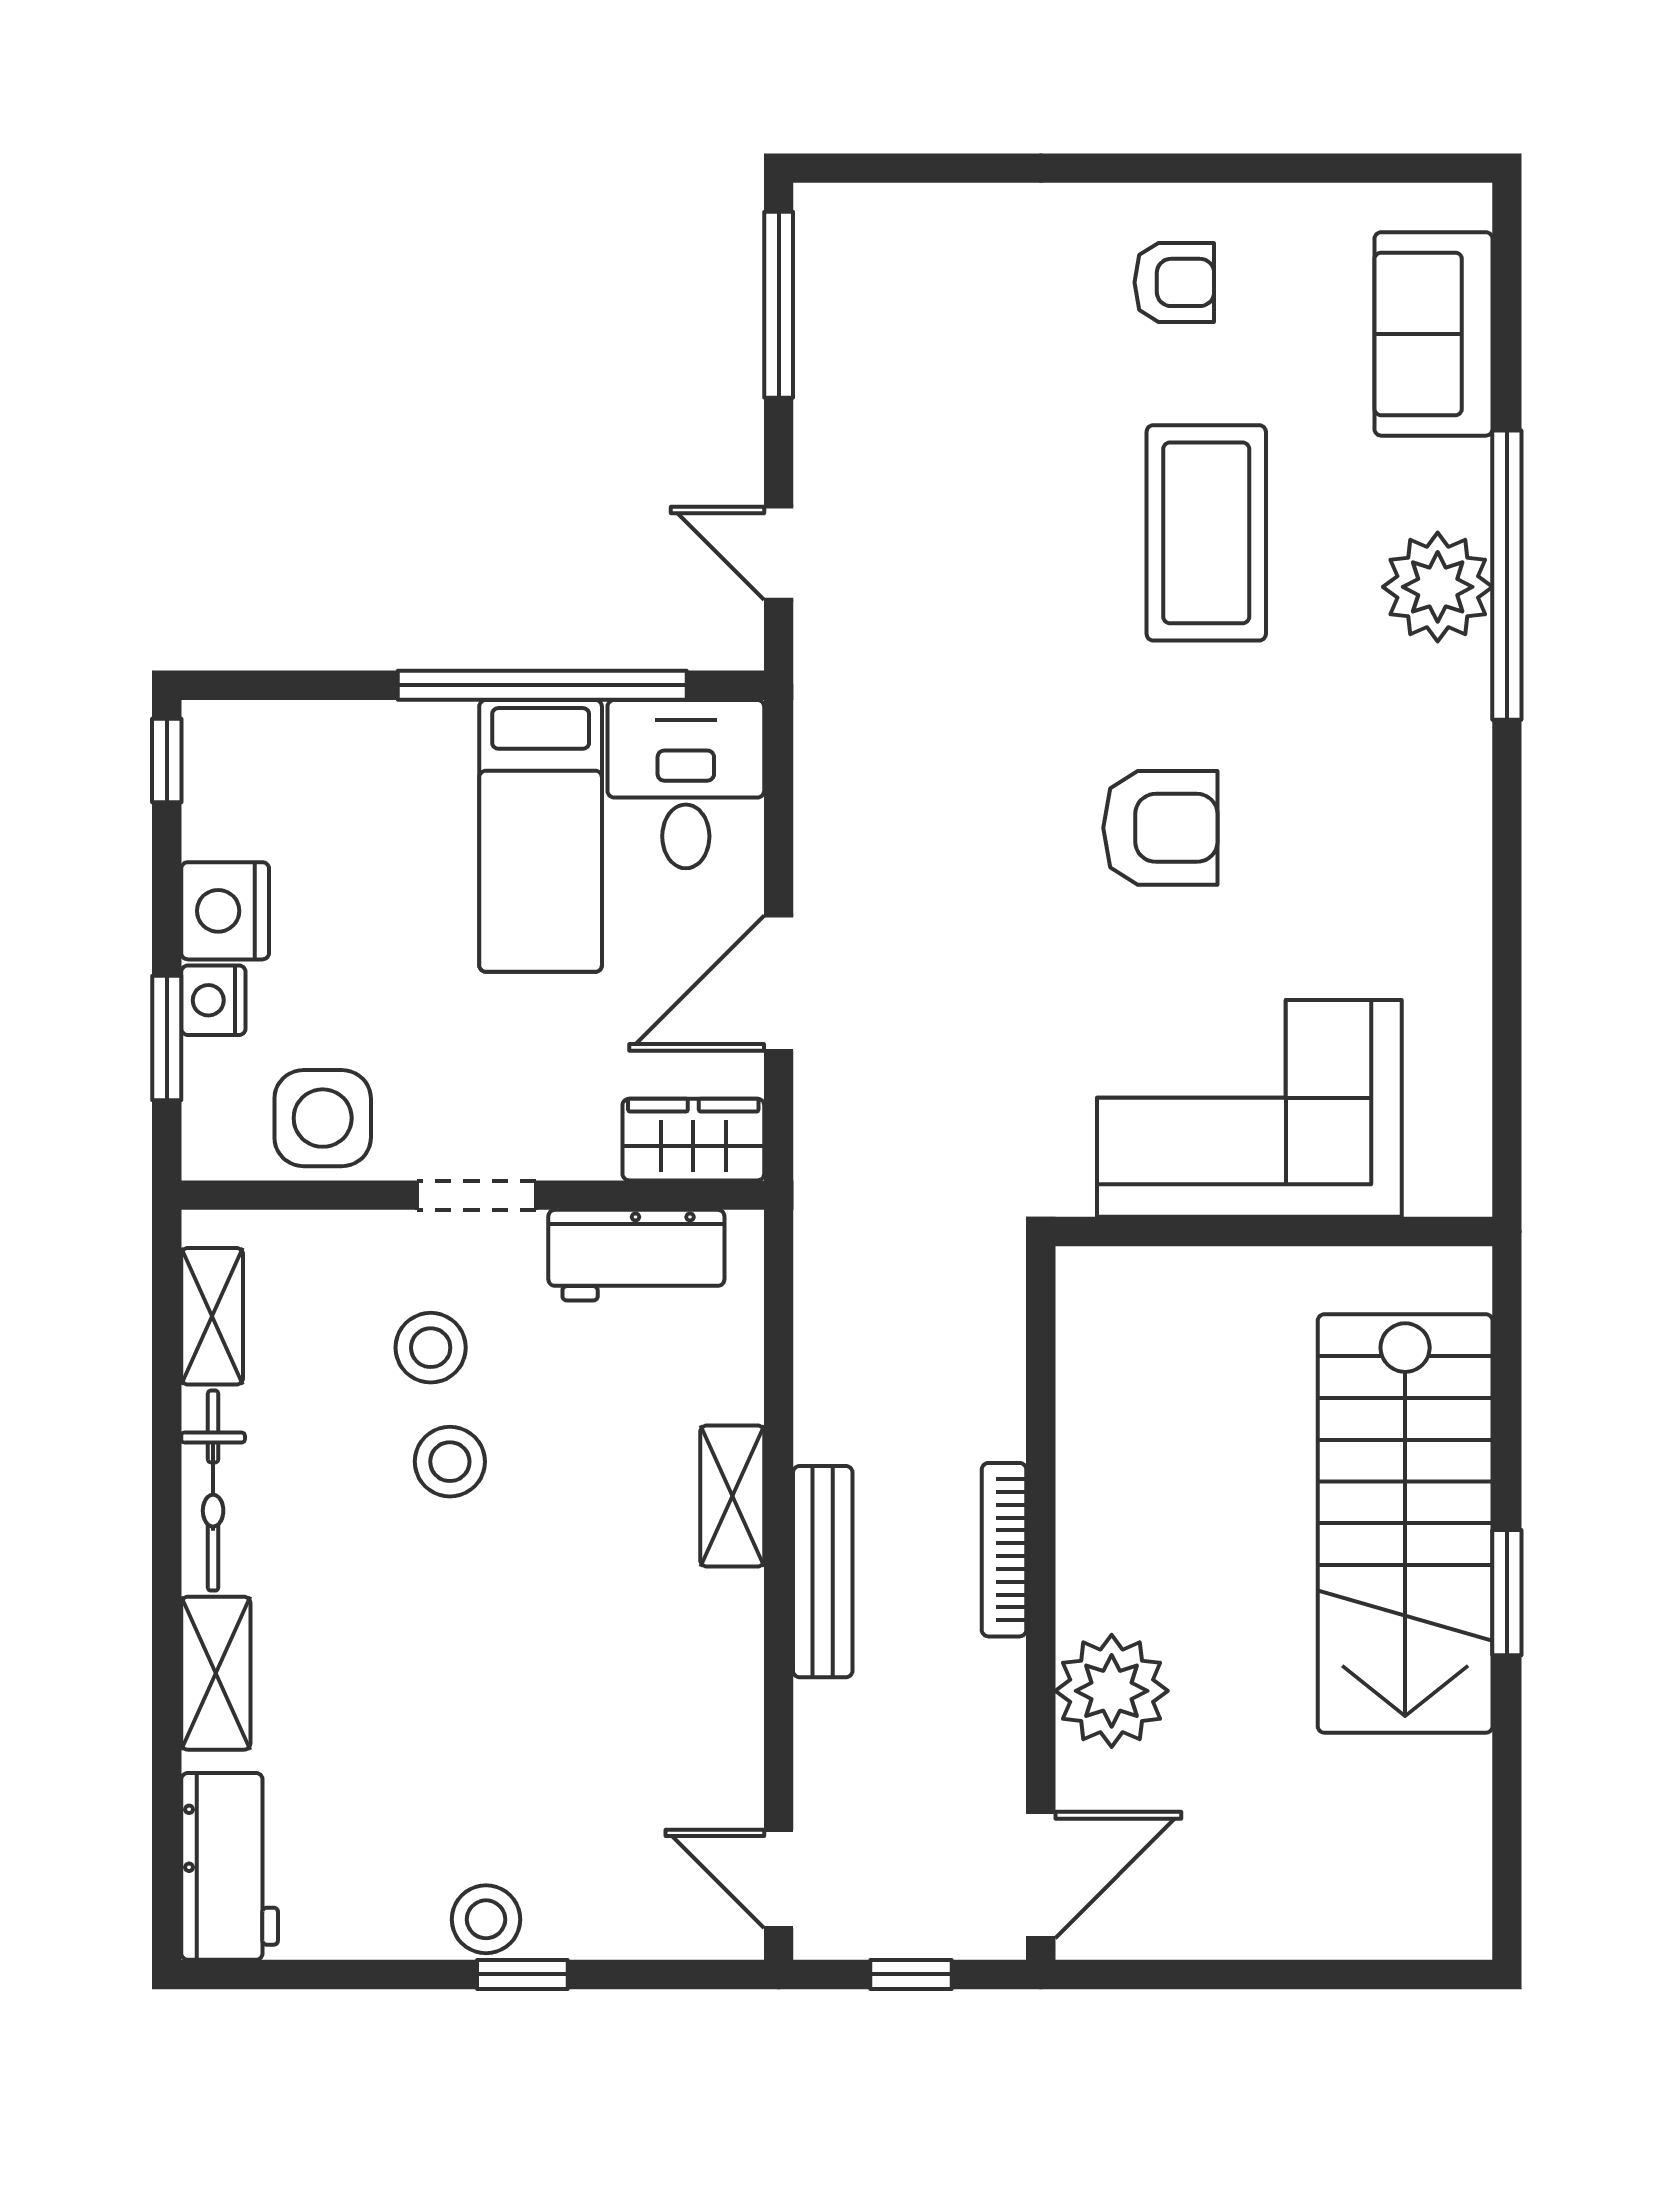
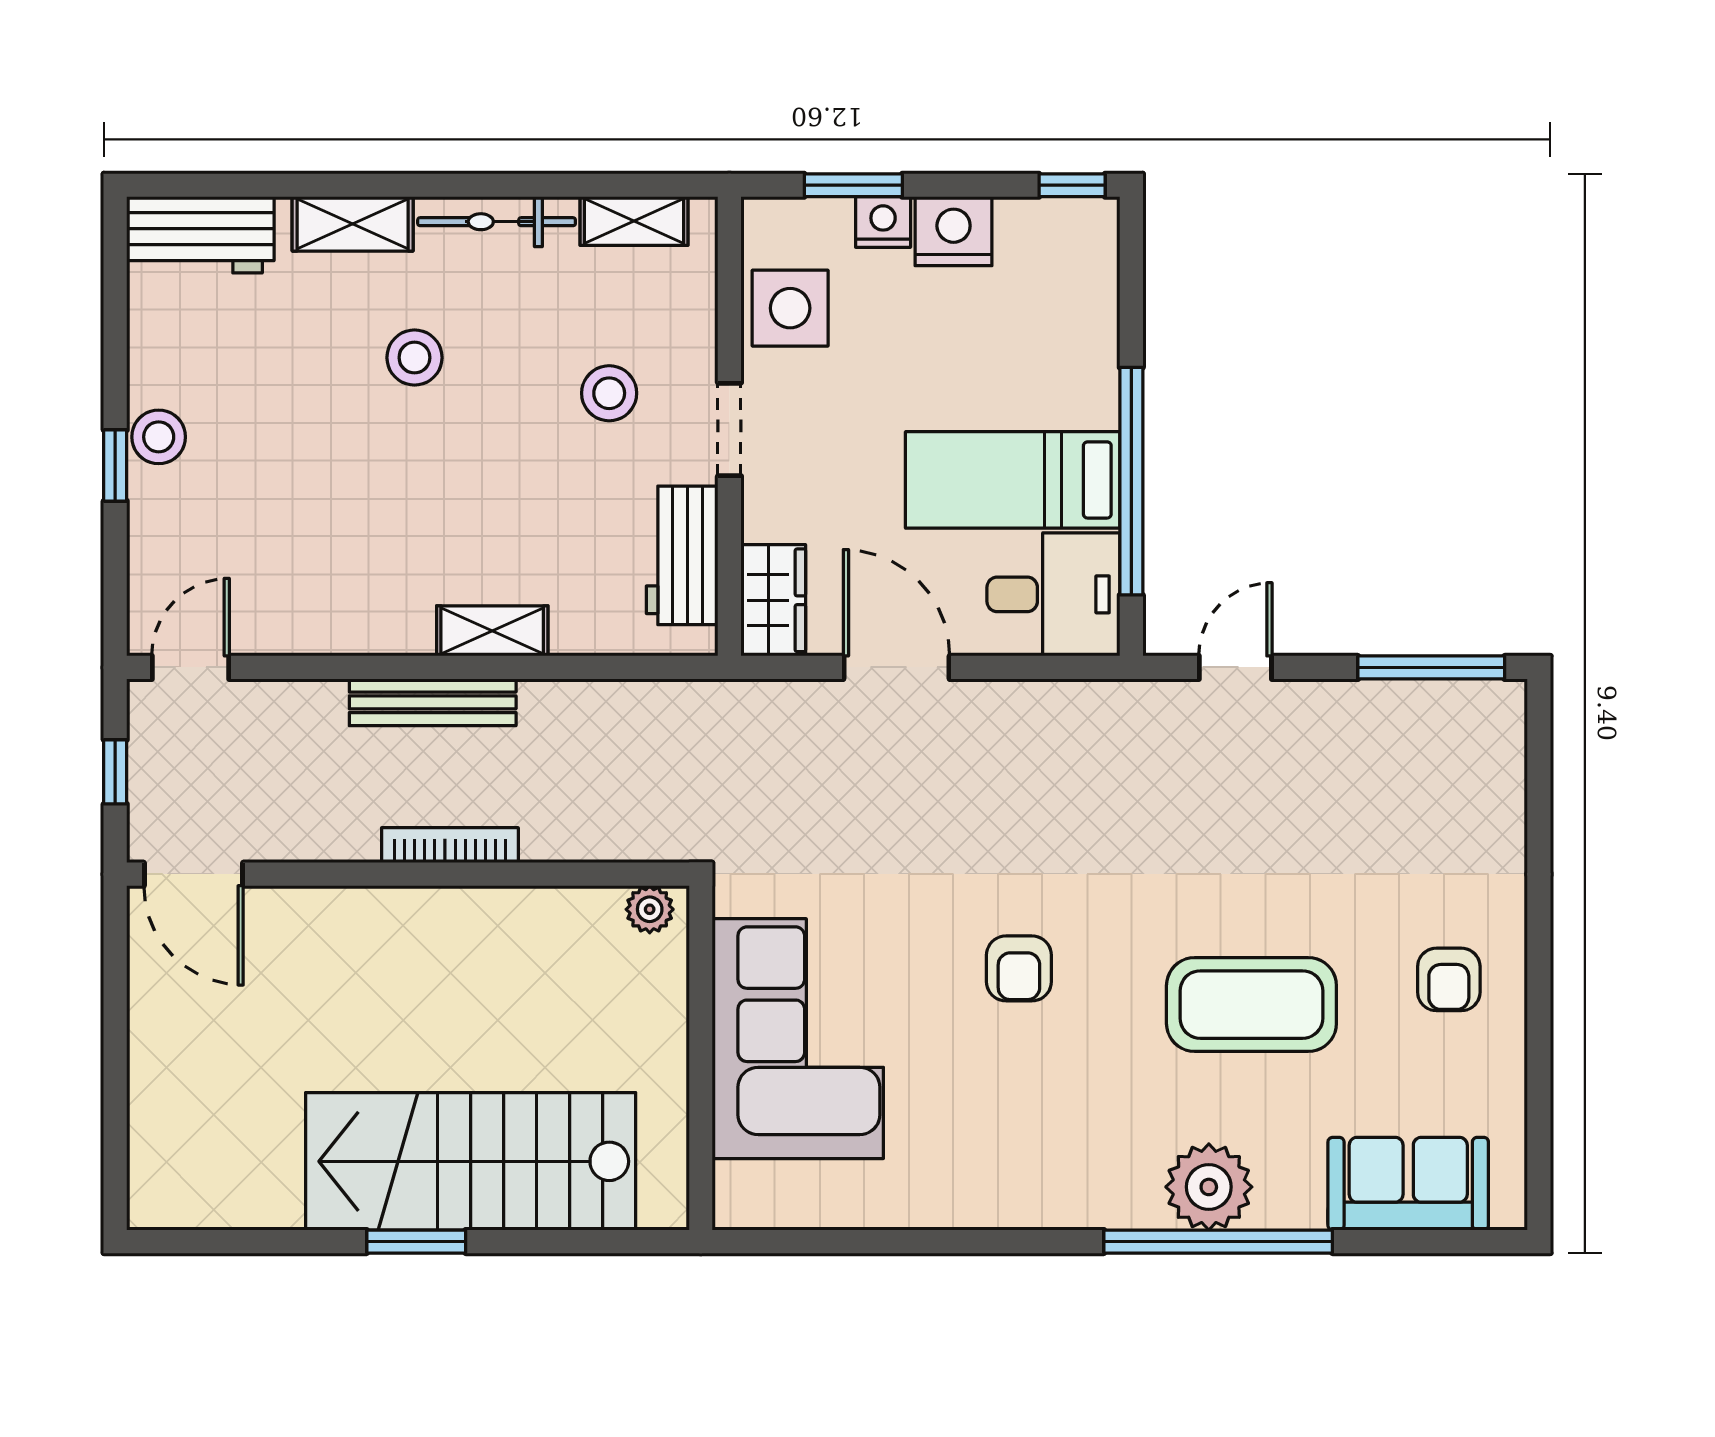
armchair: (1160, 828) -> (1019, 968), width x0.72, depth x0.72
stool: (450, 1462) -> (414, 358), moved
plant: (1112, 1691) -> (650, 909), moved, width x0.53, depth x0.53

